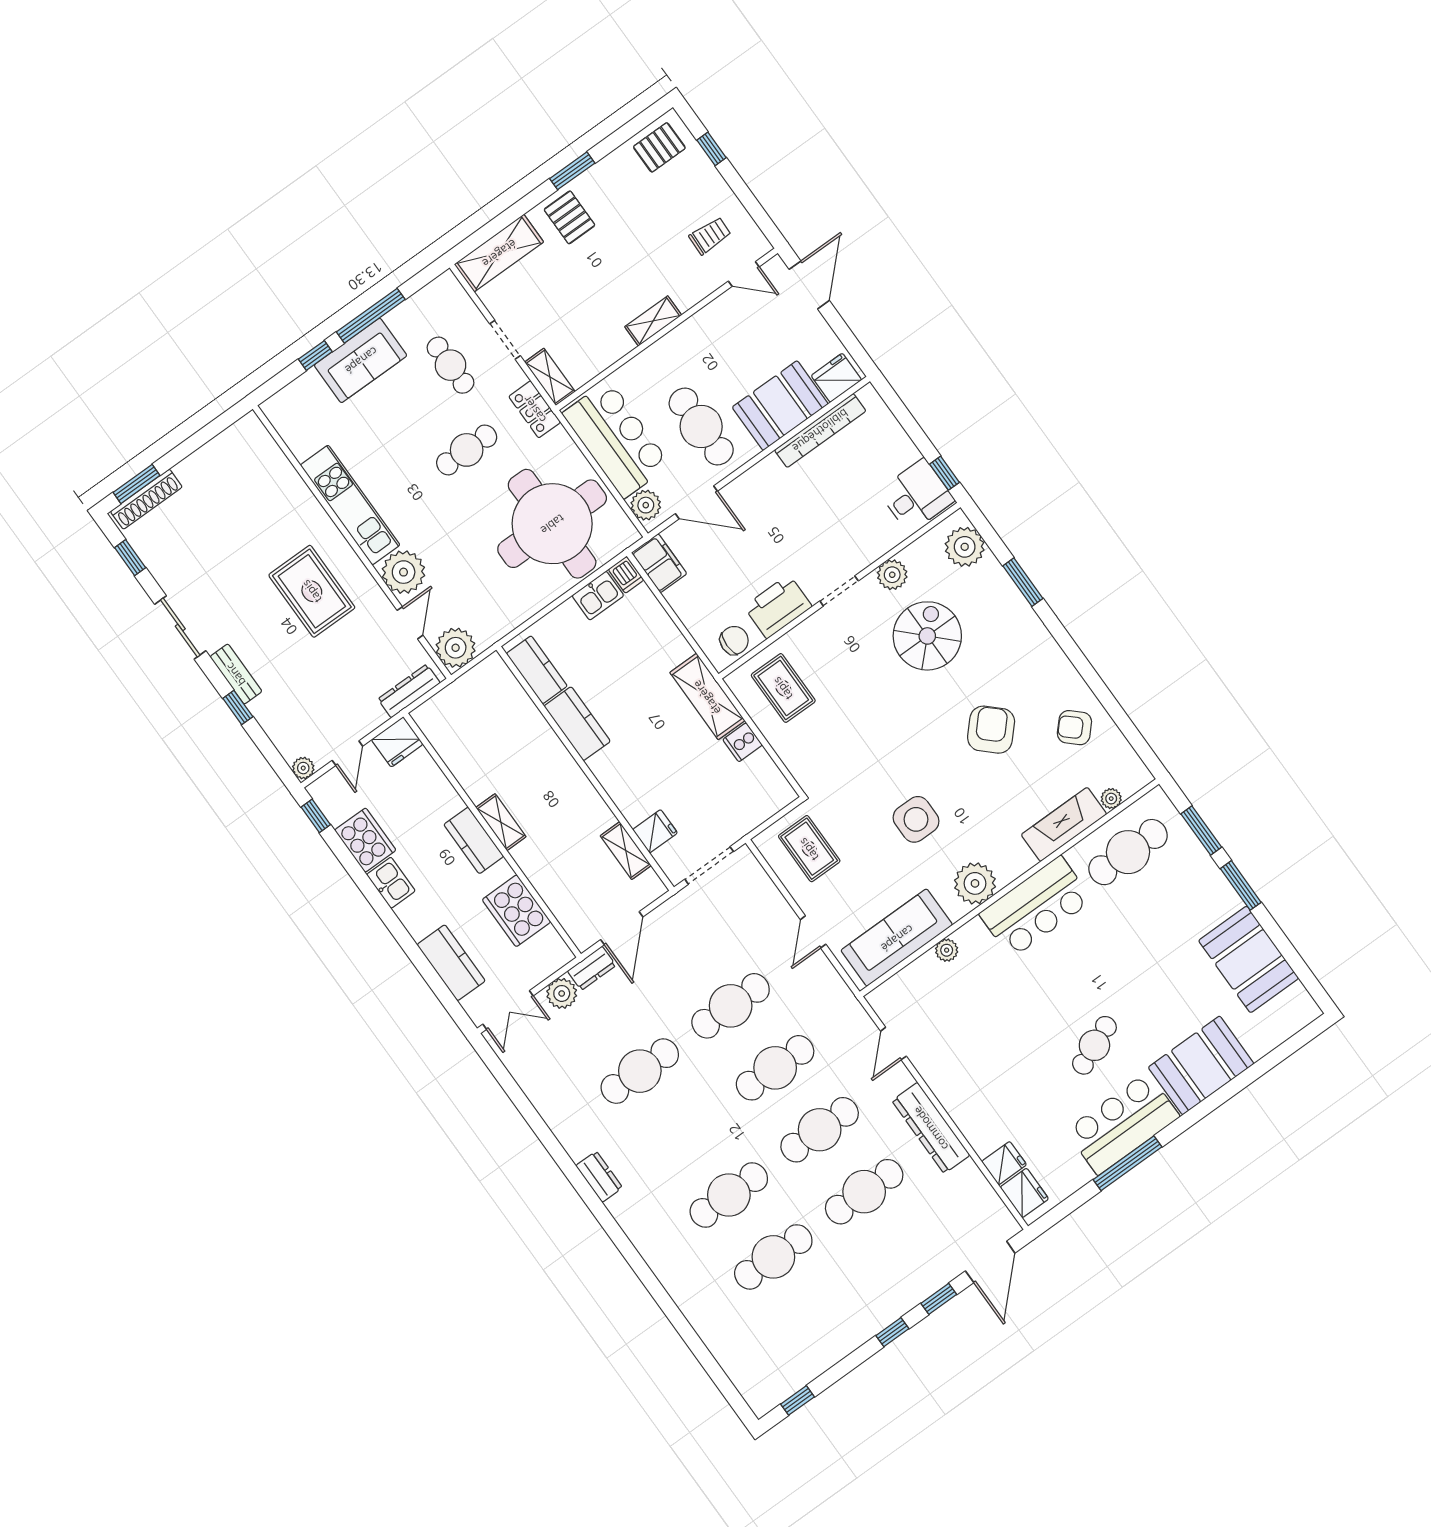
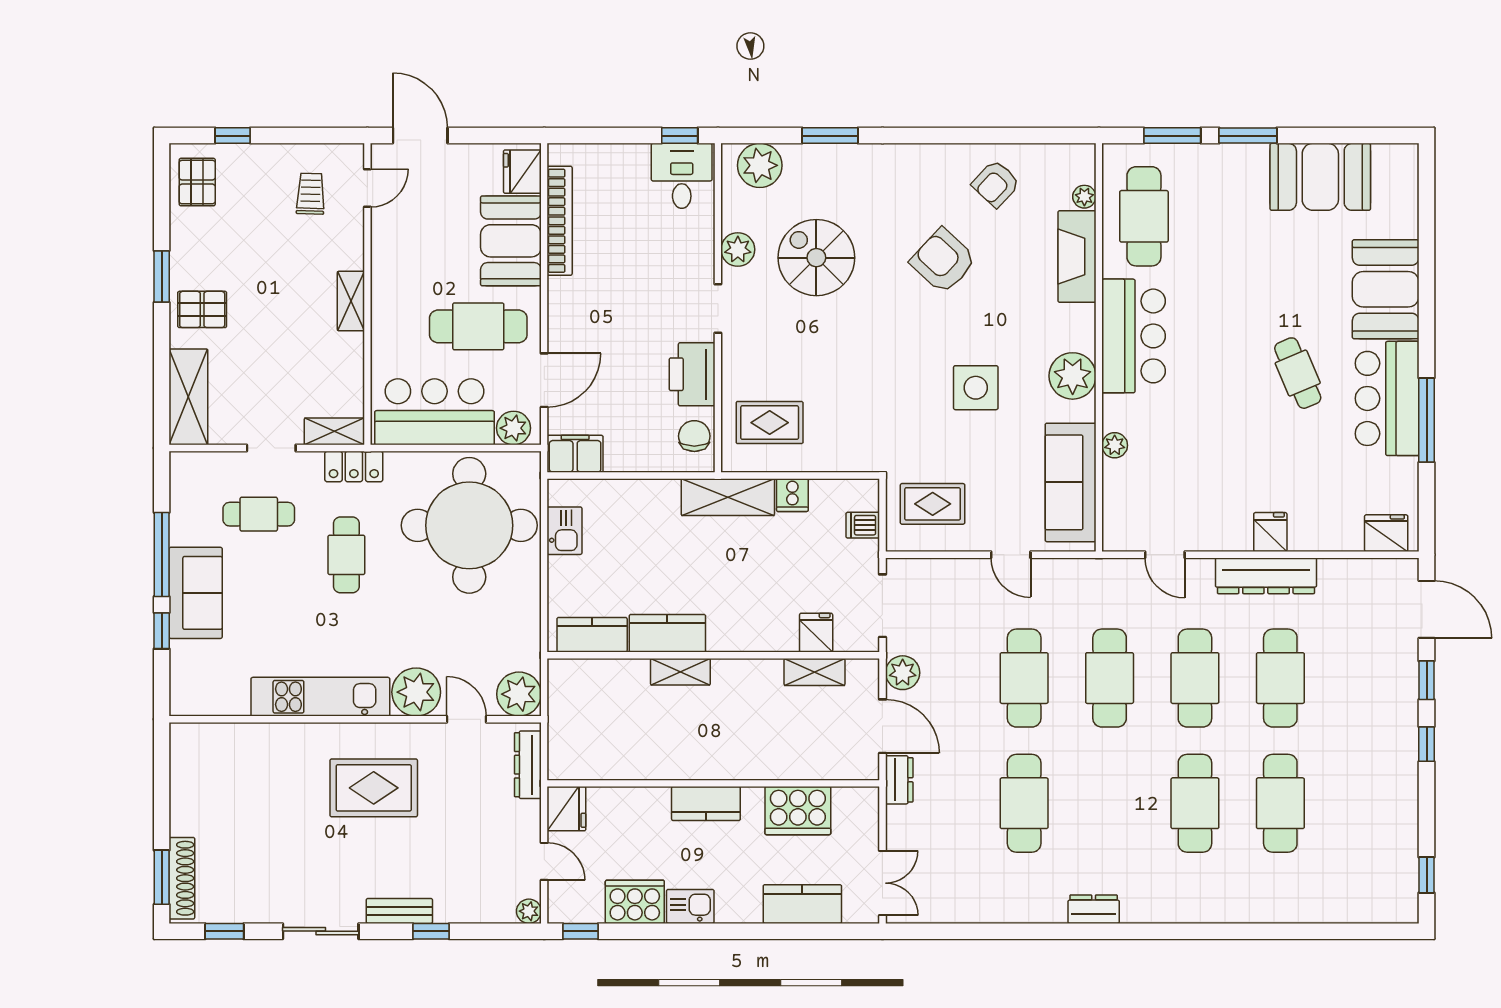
dishwasher: (626, 575) -> (863, 525), moved, turned 180
shelving: (501, 822) -> (680, 672), moved
plant: (562, 993) -> (903, 673), moved
fridge: (1004, 1163) -> (1270, 532), moved

